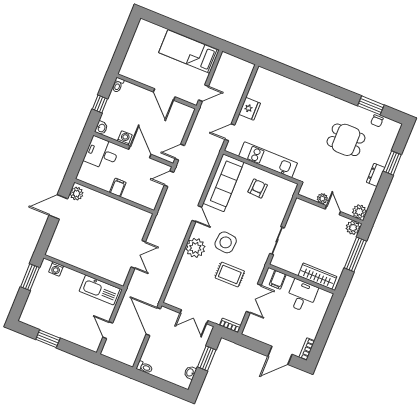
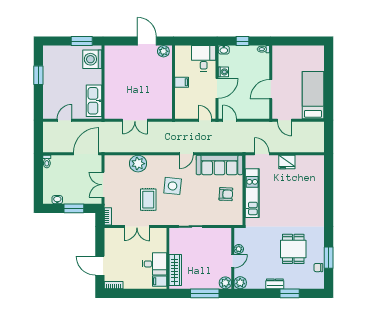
plant: (195, 248) -> (138, 164), moved
washing machine: (56, 269) -> (92, 59), width x1.89, depth x1.89
filing cabinet: (278, 280) -> (160, 281), moved

